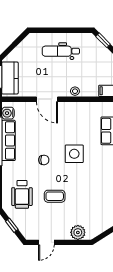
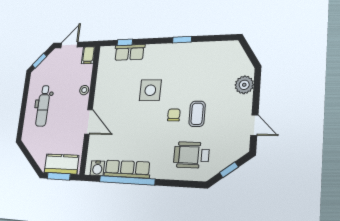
door: (47, 99) -> (88, 122), hinge flipped
chair: (44, 160) -> (174, 115), moved
wheelchair: (22, 194) -> (191, 155), turned 180

